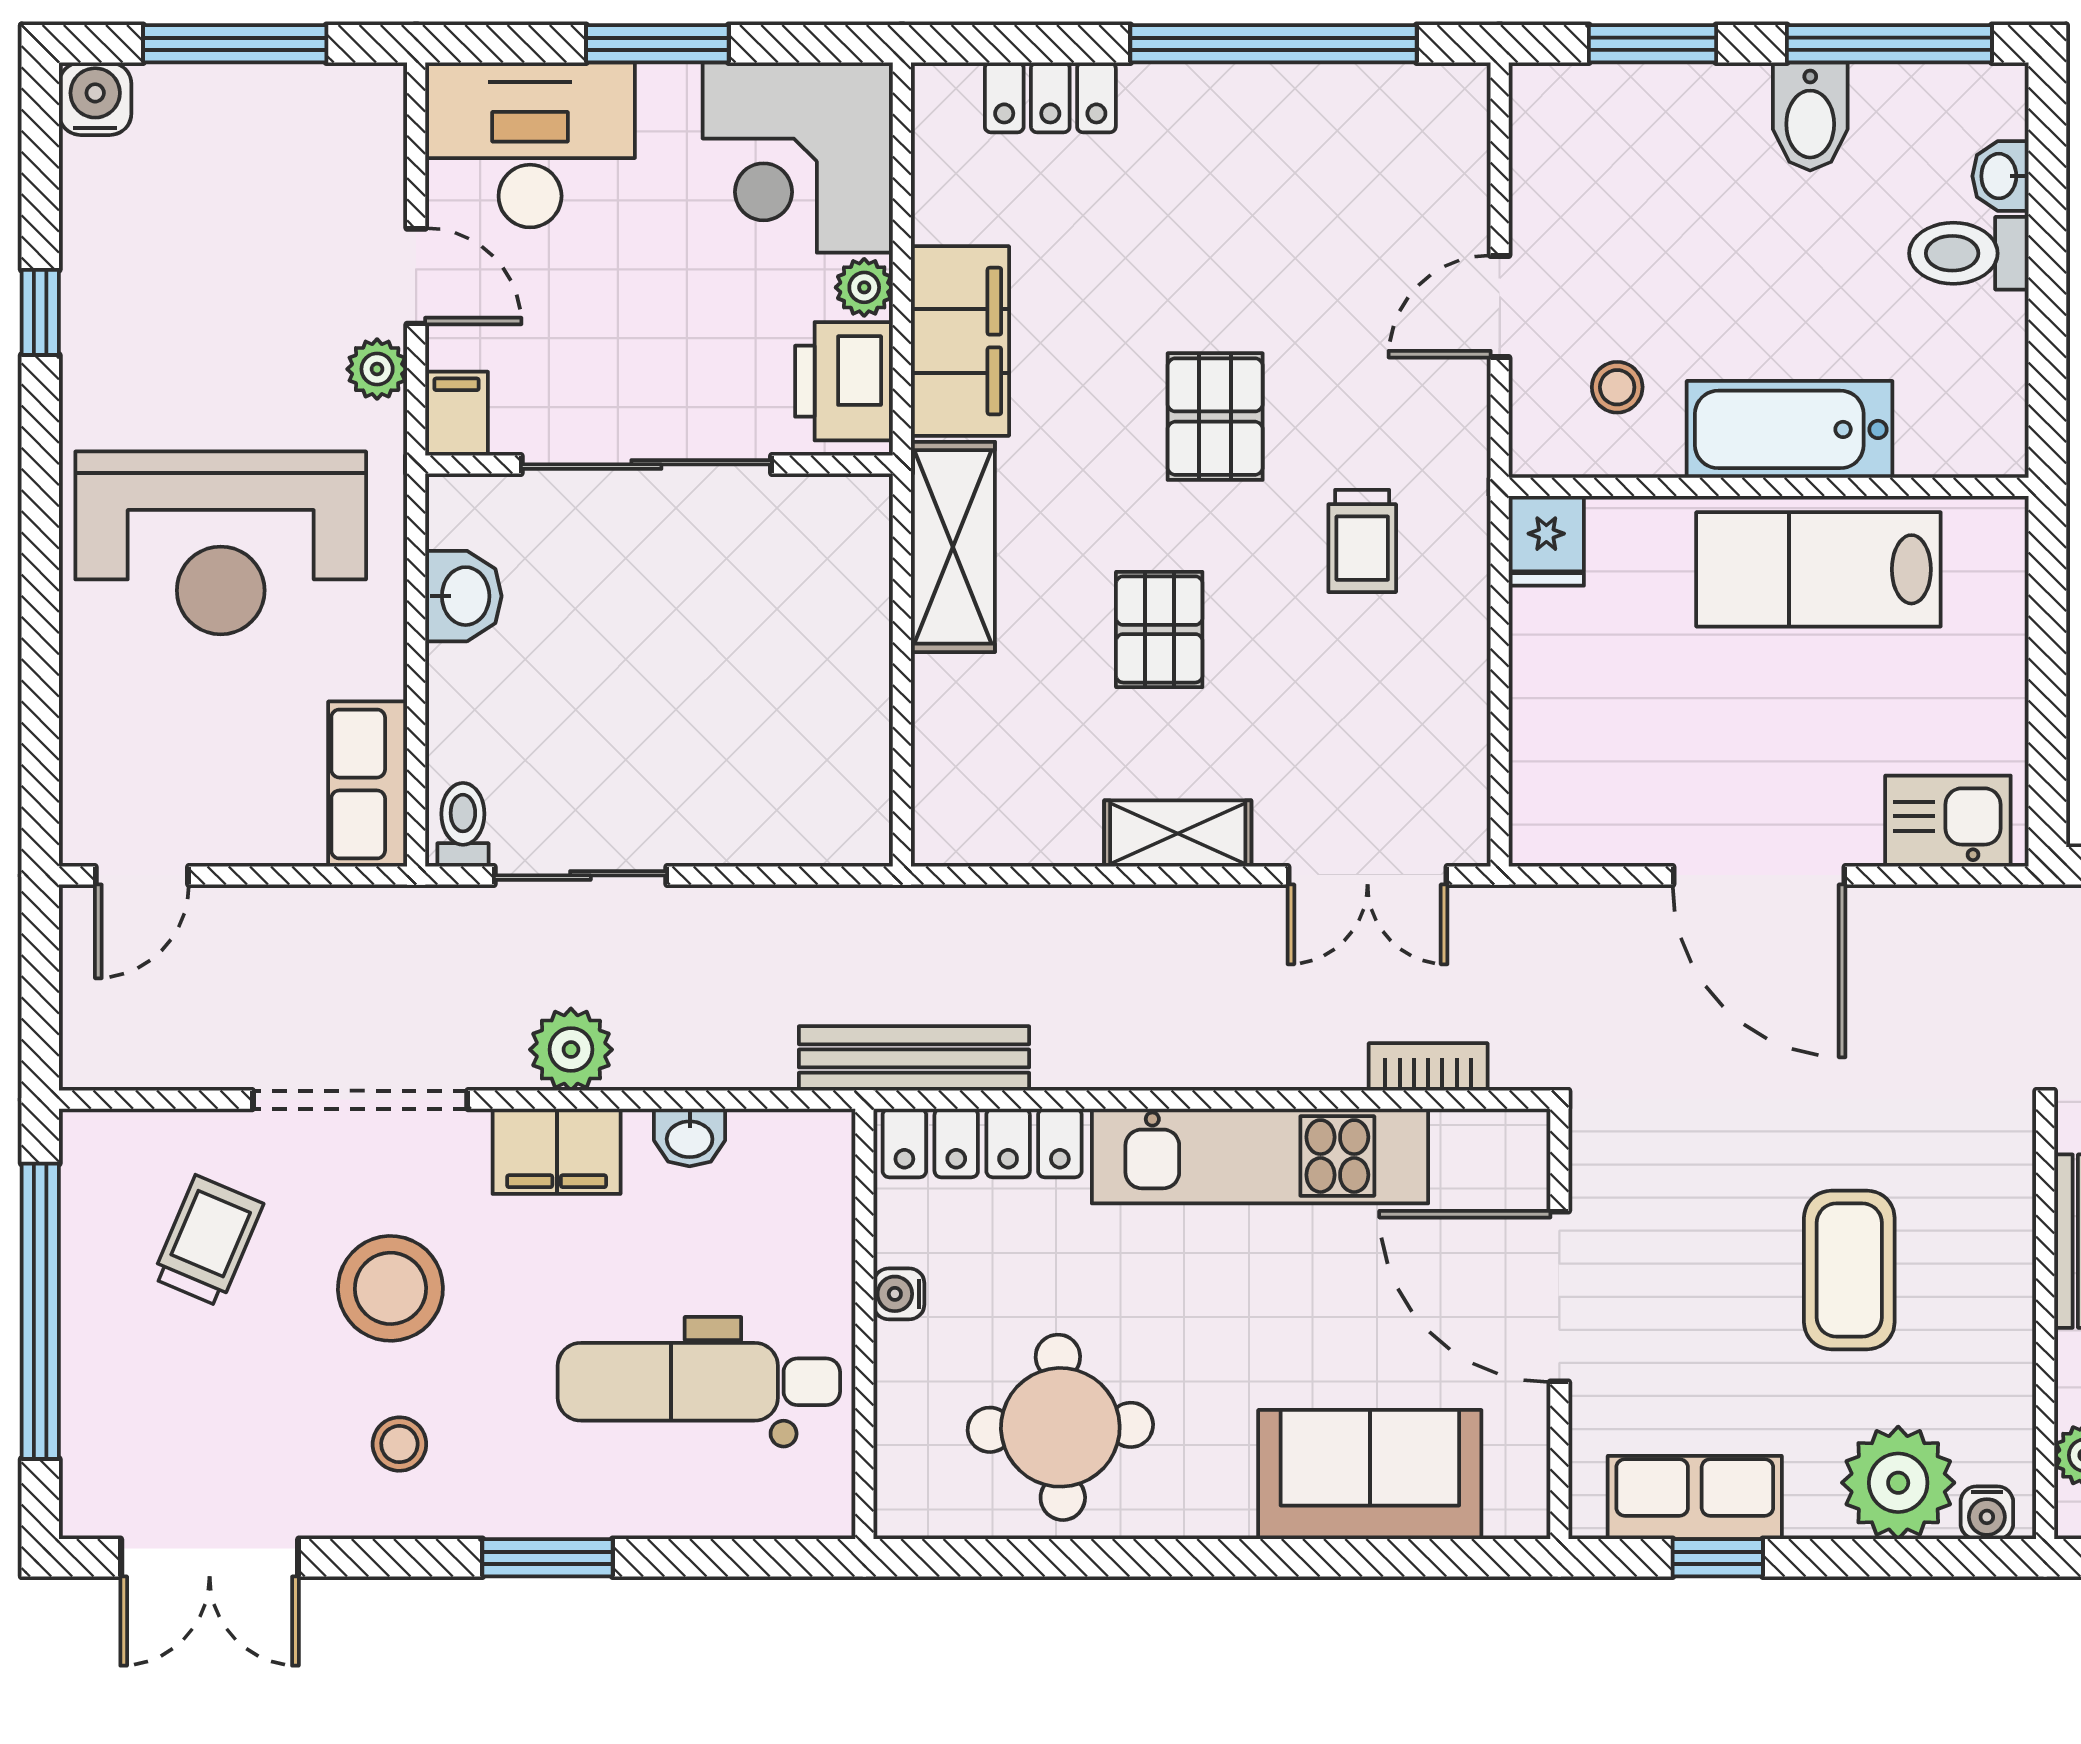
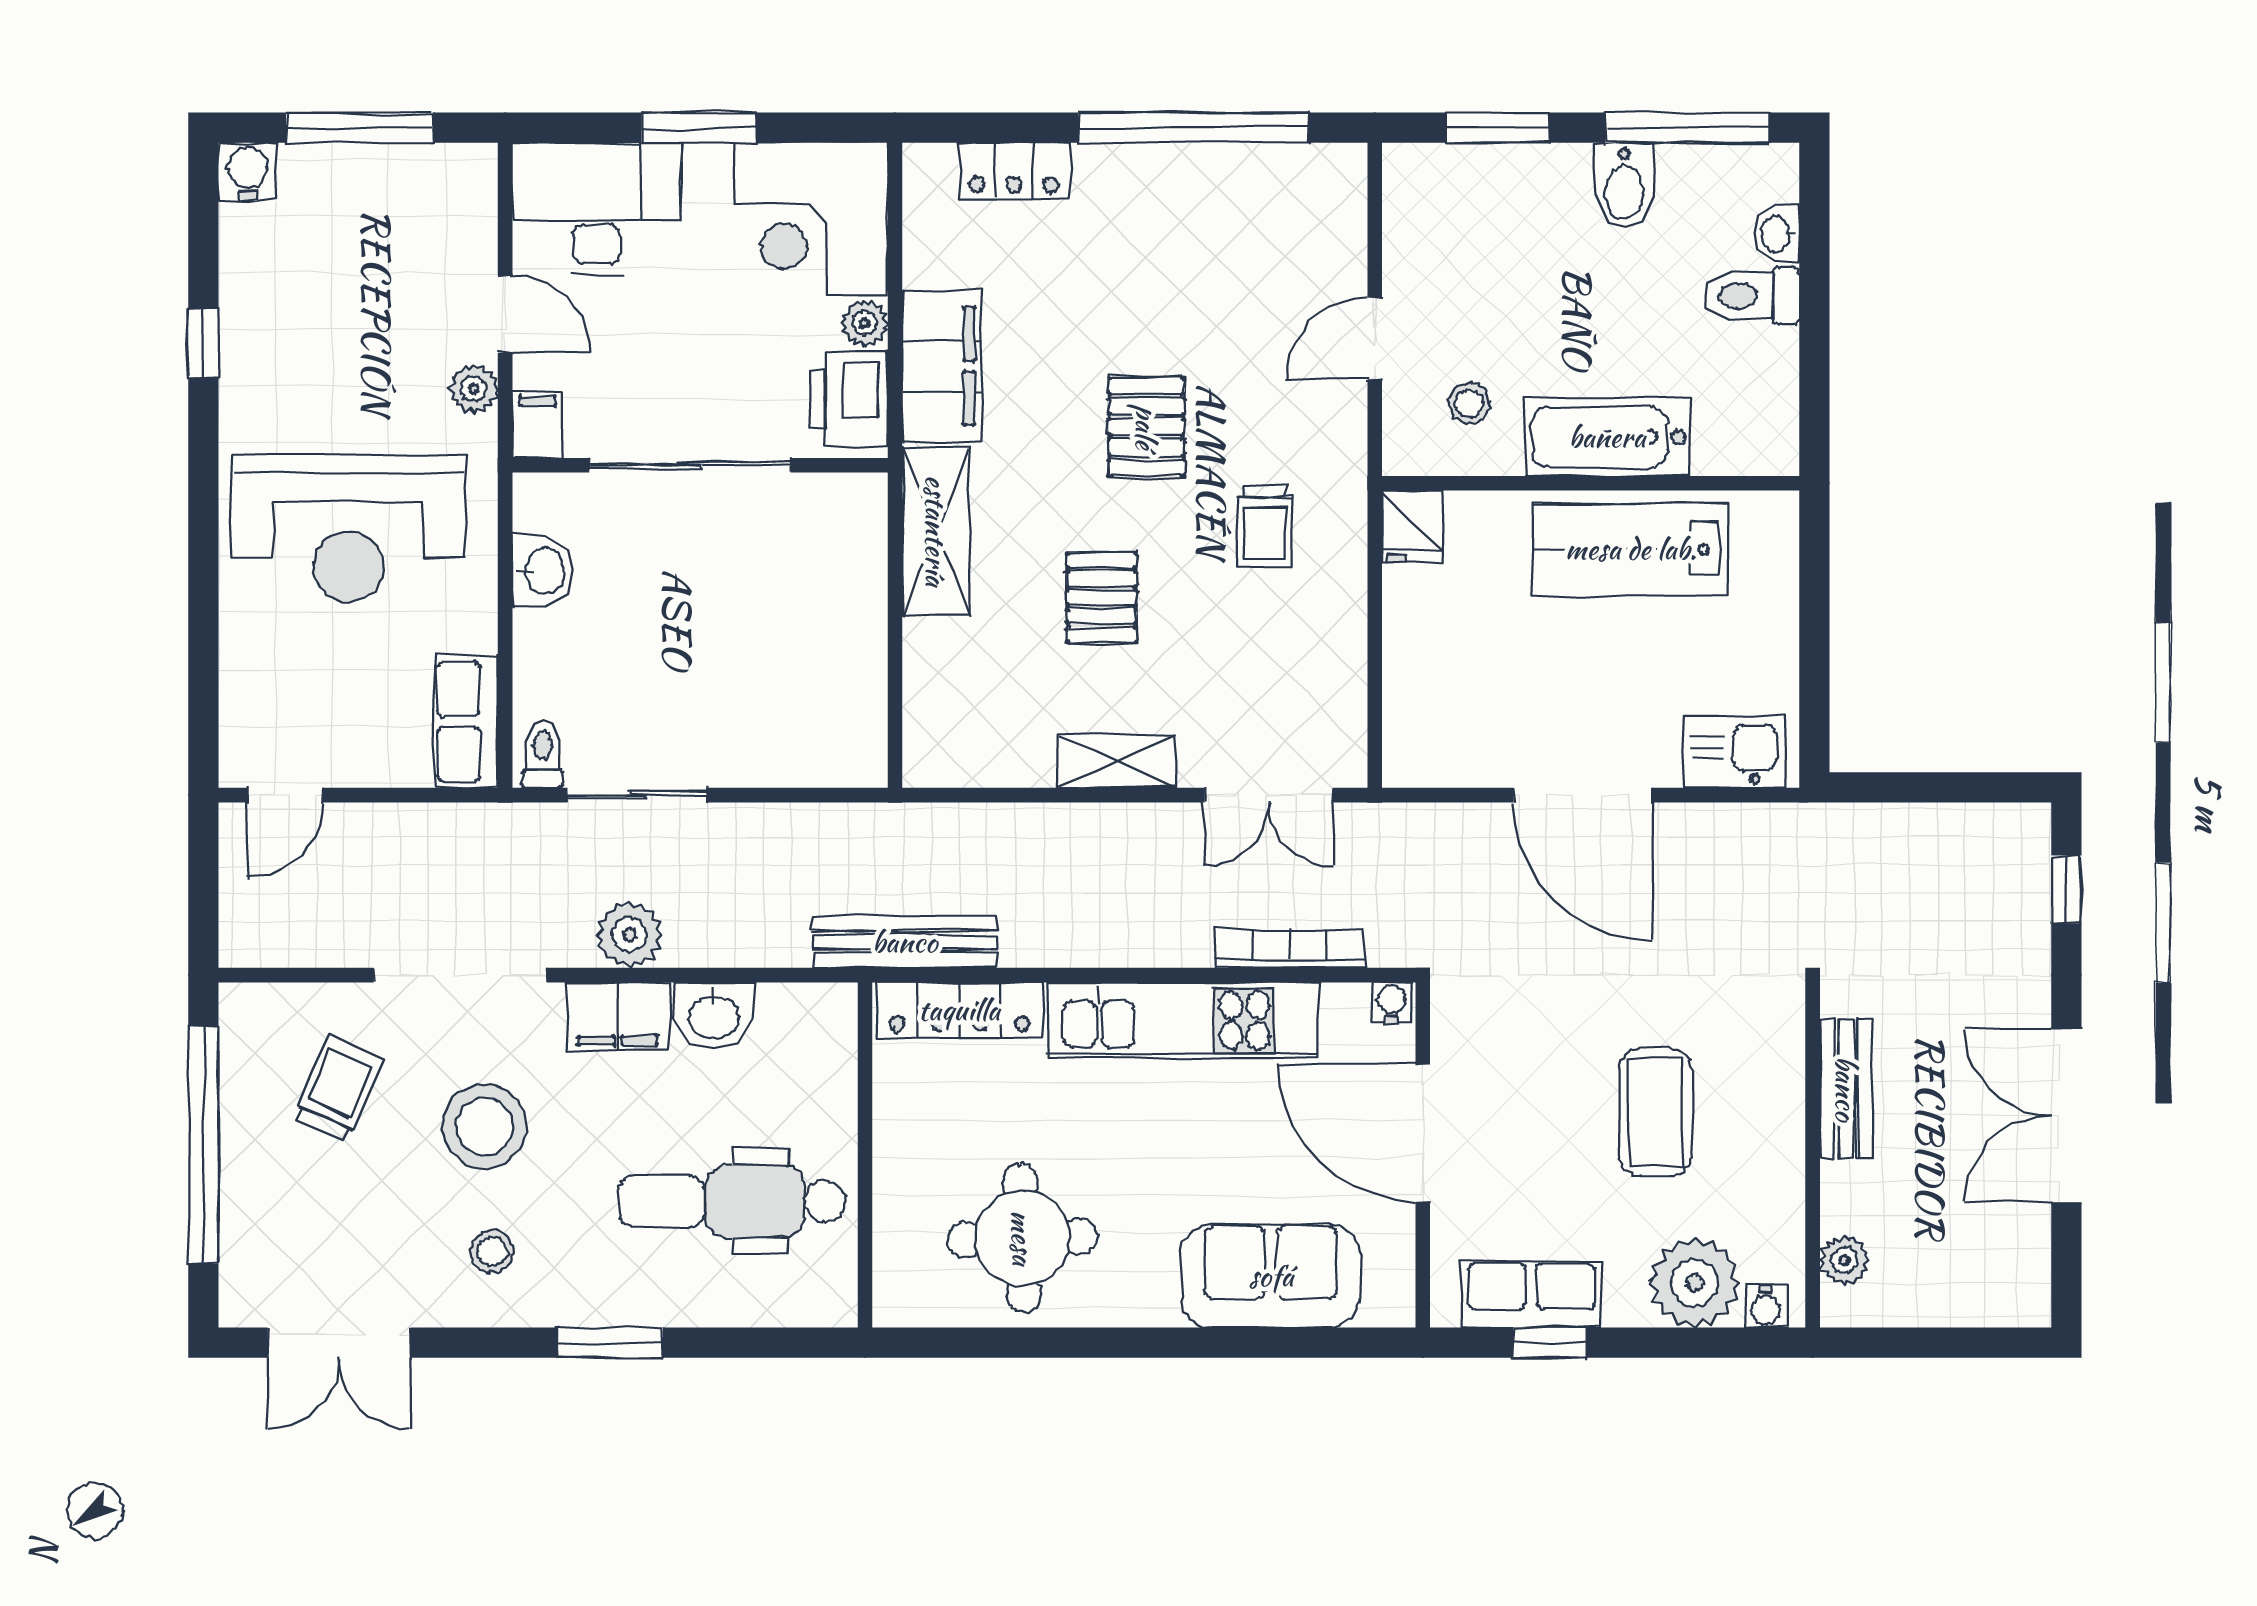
bookcase: (1428, 1067) -> (1291, 949), width x1.56
washbasin: (690, 1138) -> (714, 1016), width x1.38, depth x1.45
water cooler: (899, 1294) -> (1392, 1003), moved, turned 90

